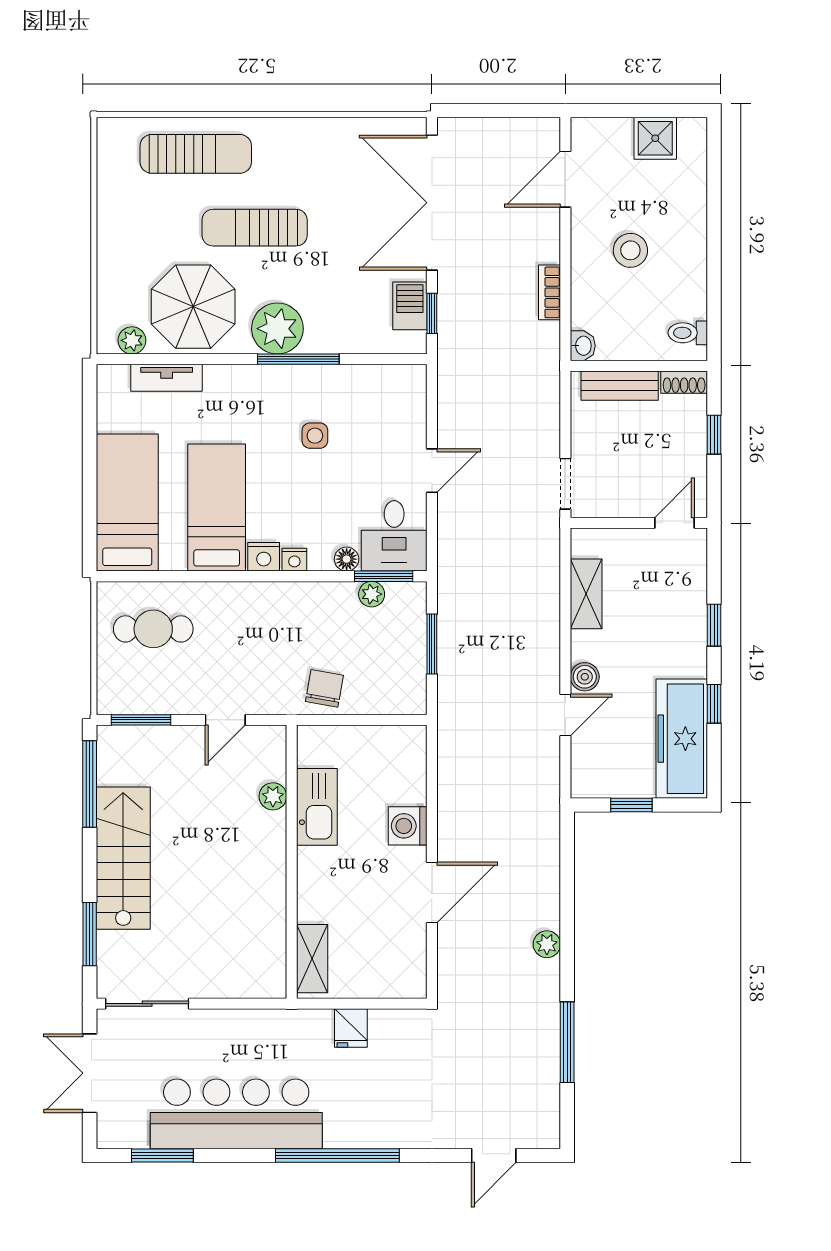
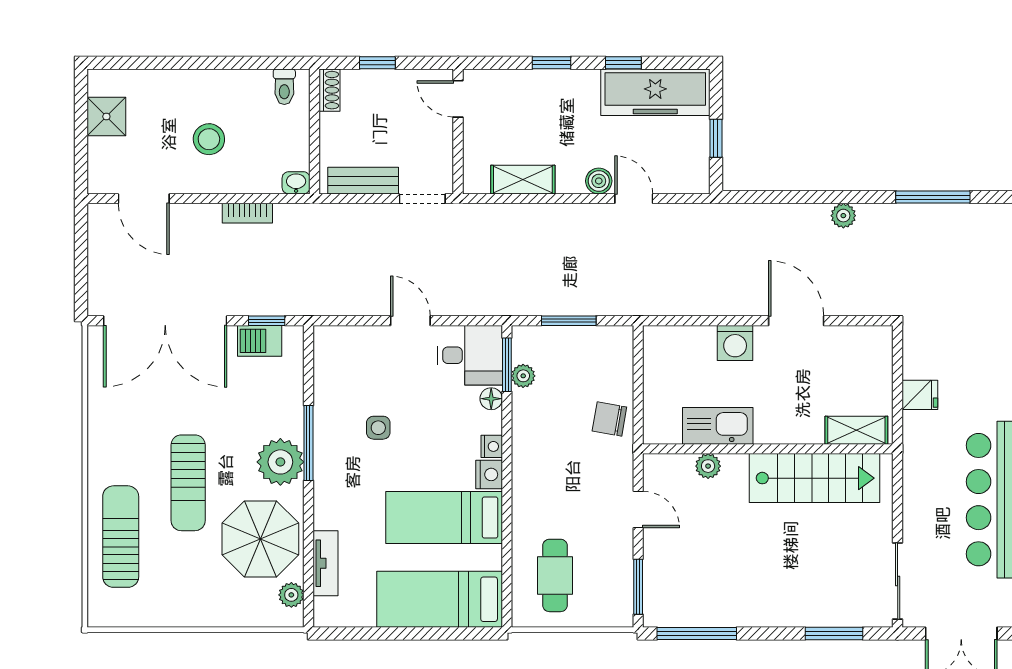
bench: (620, 386) -> (363, 181), moved, turned 90
stairs: (123, 858) -> (814, 478), moved, turned 180

